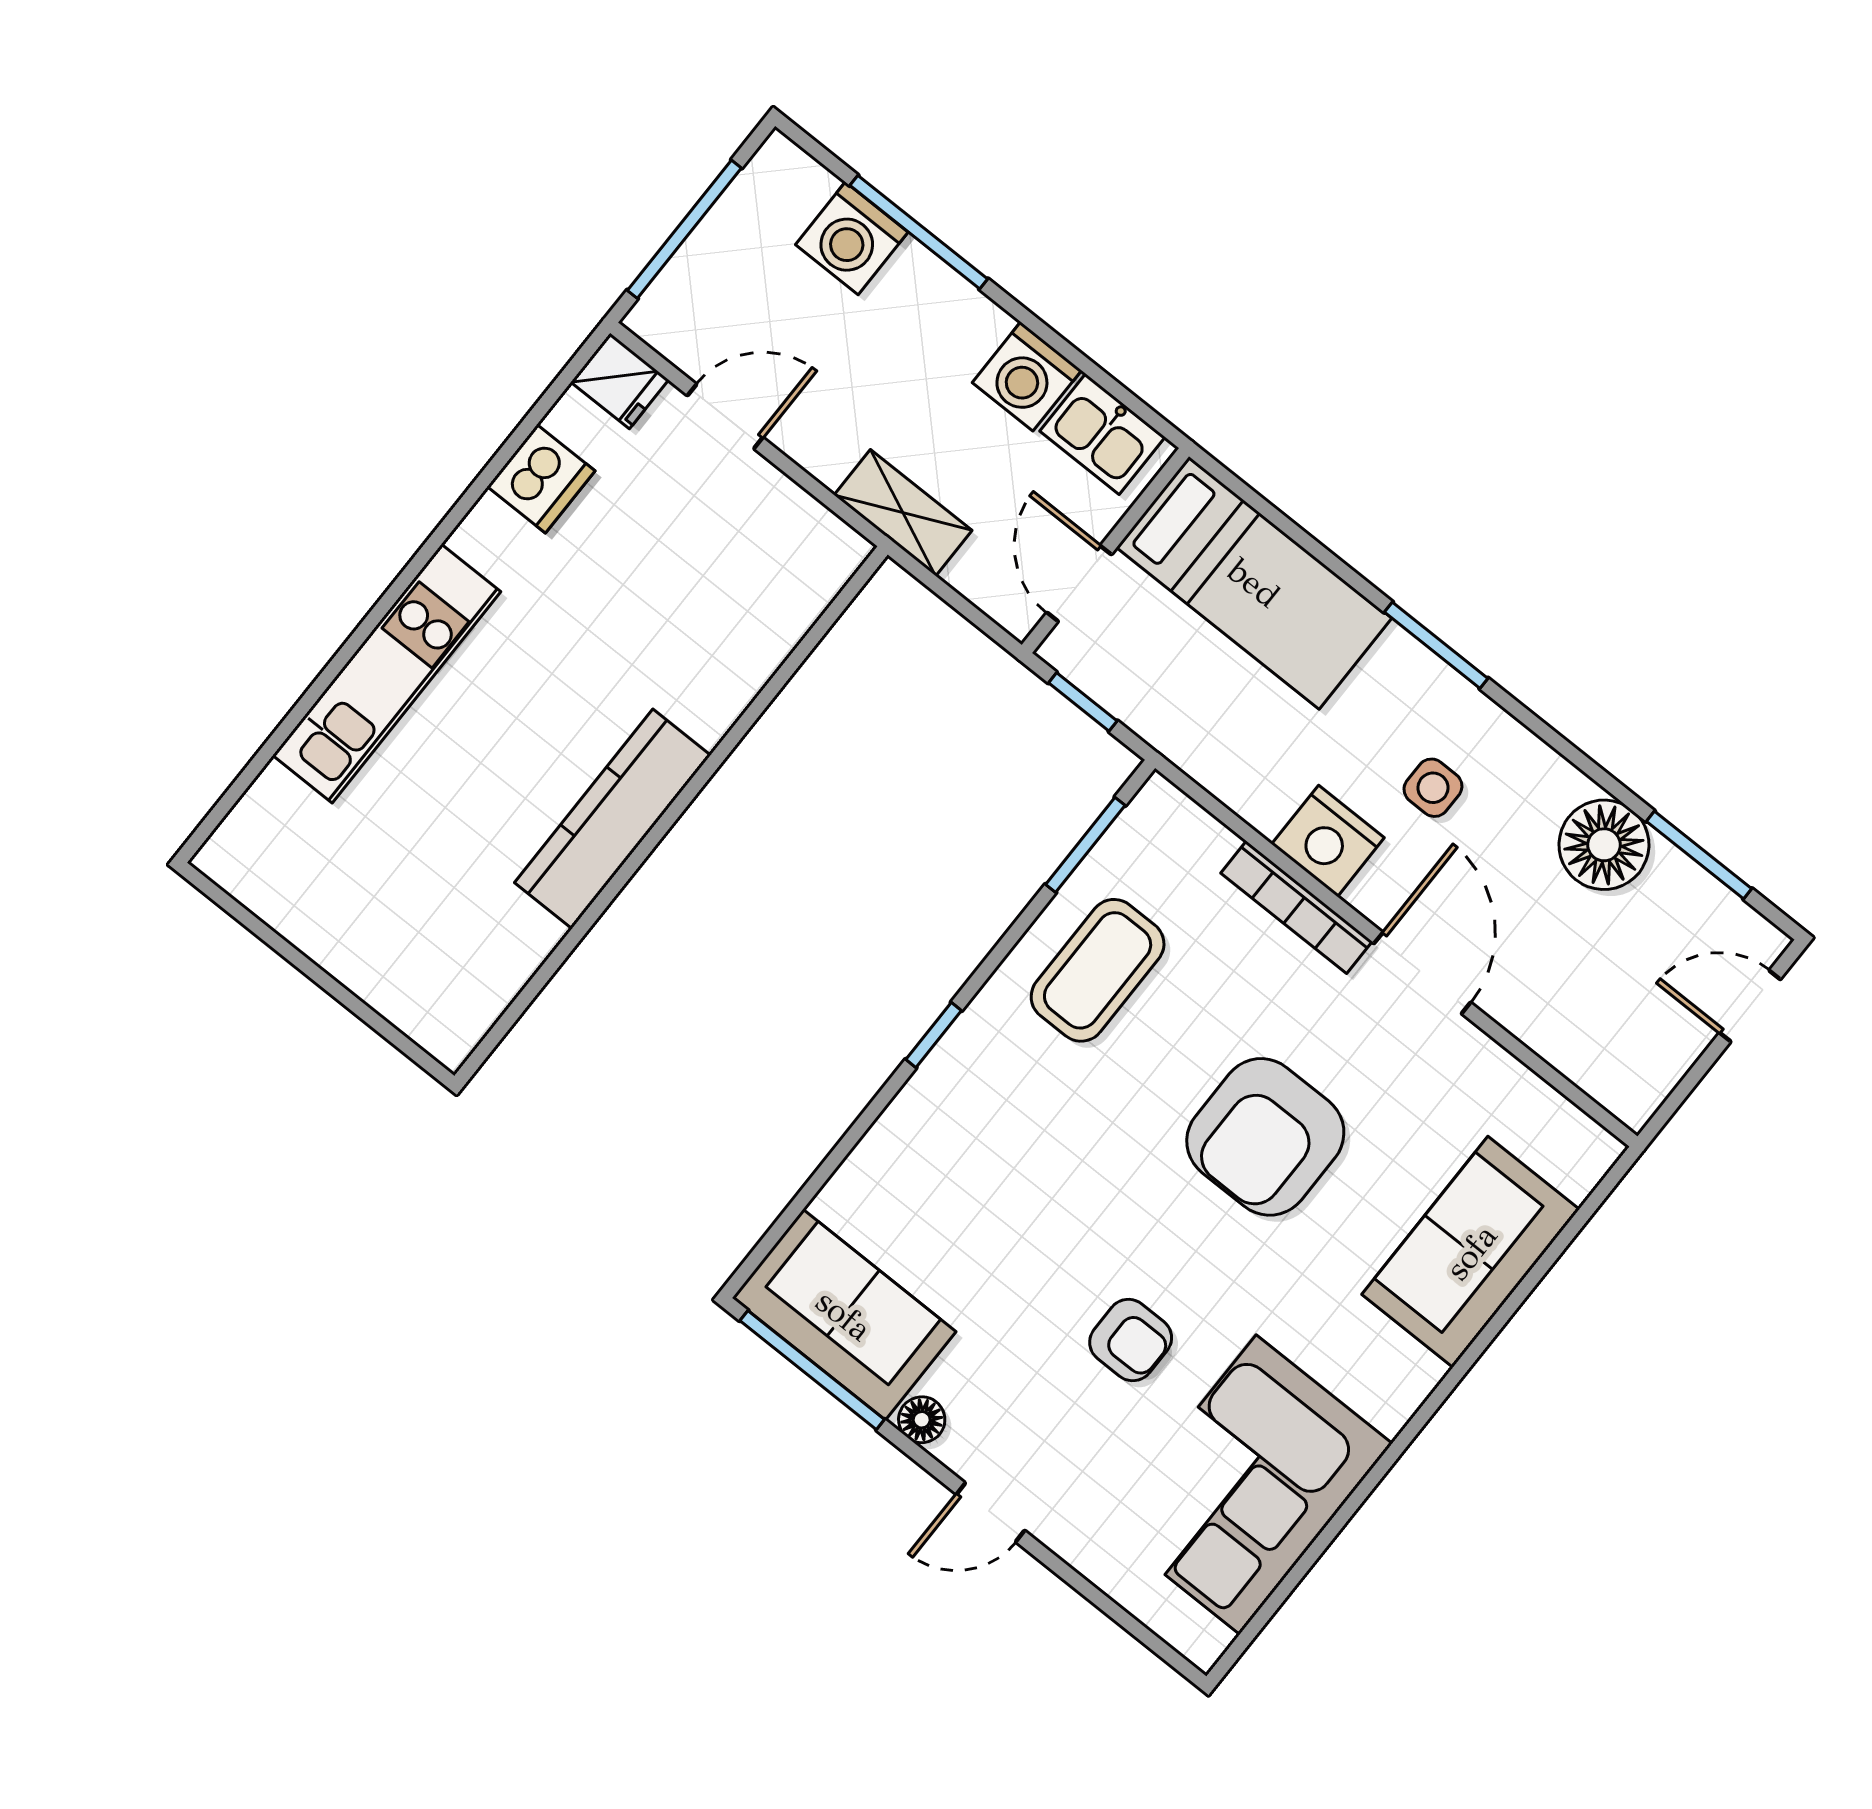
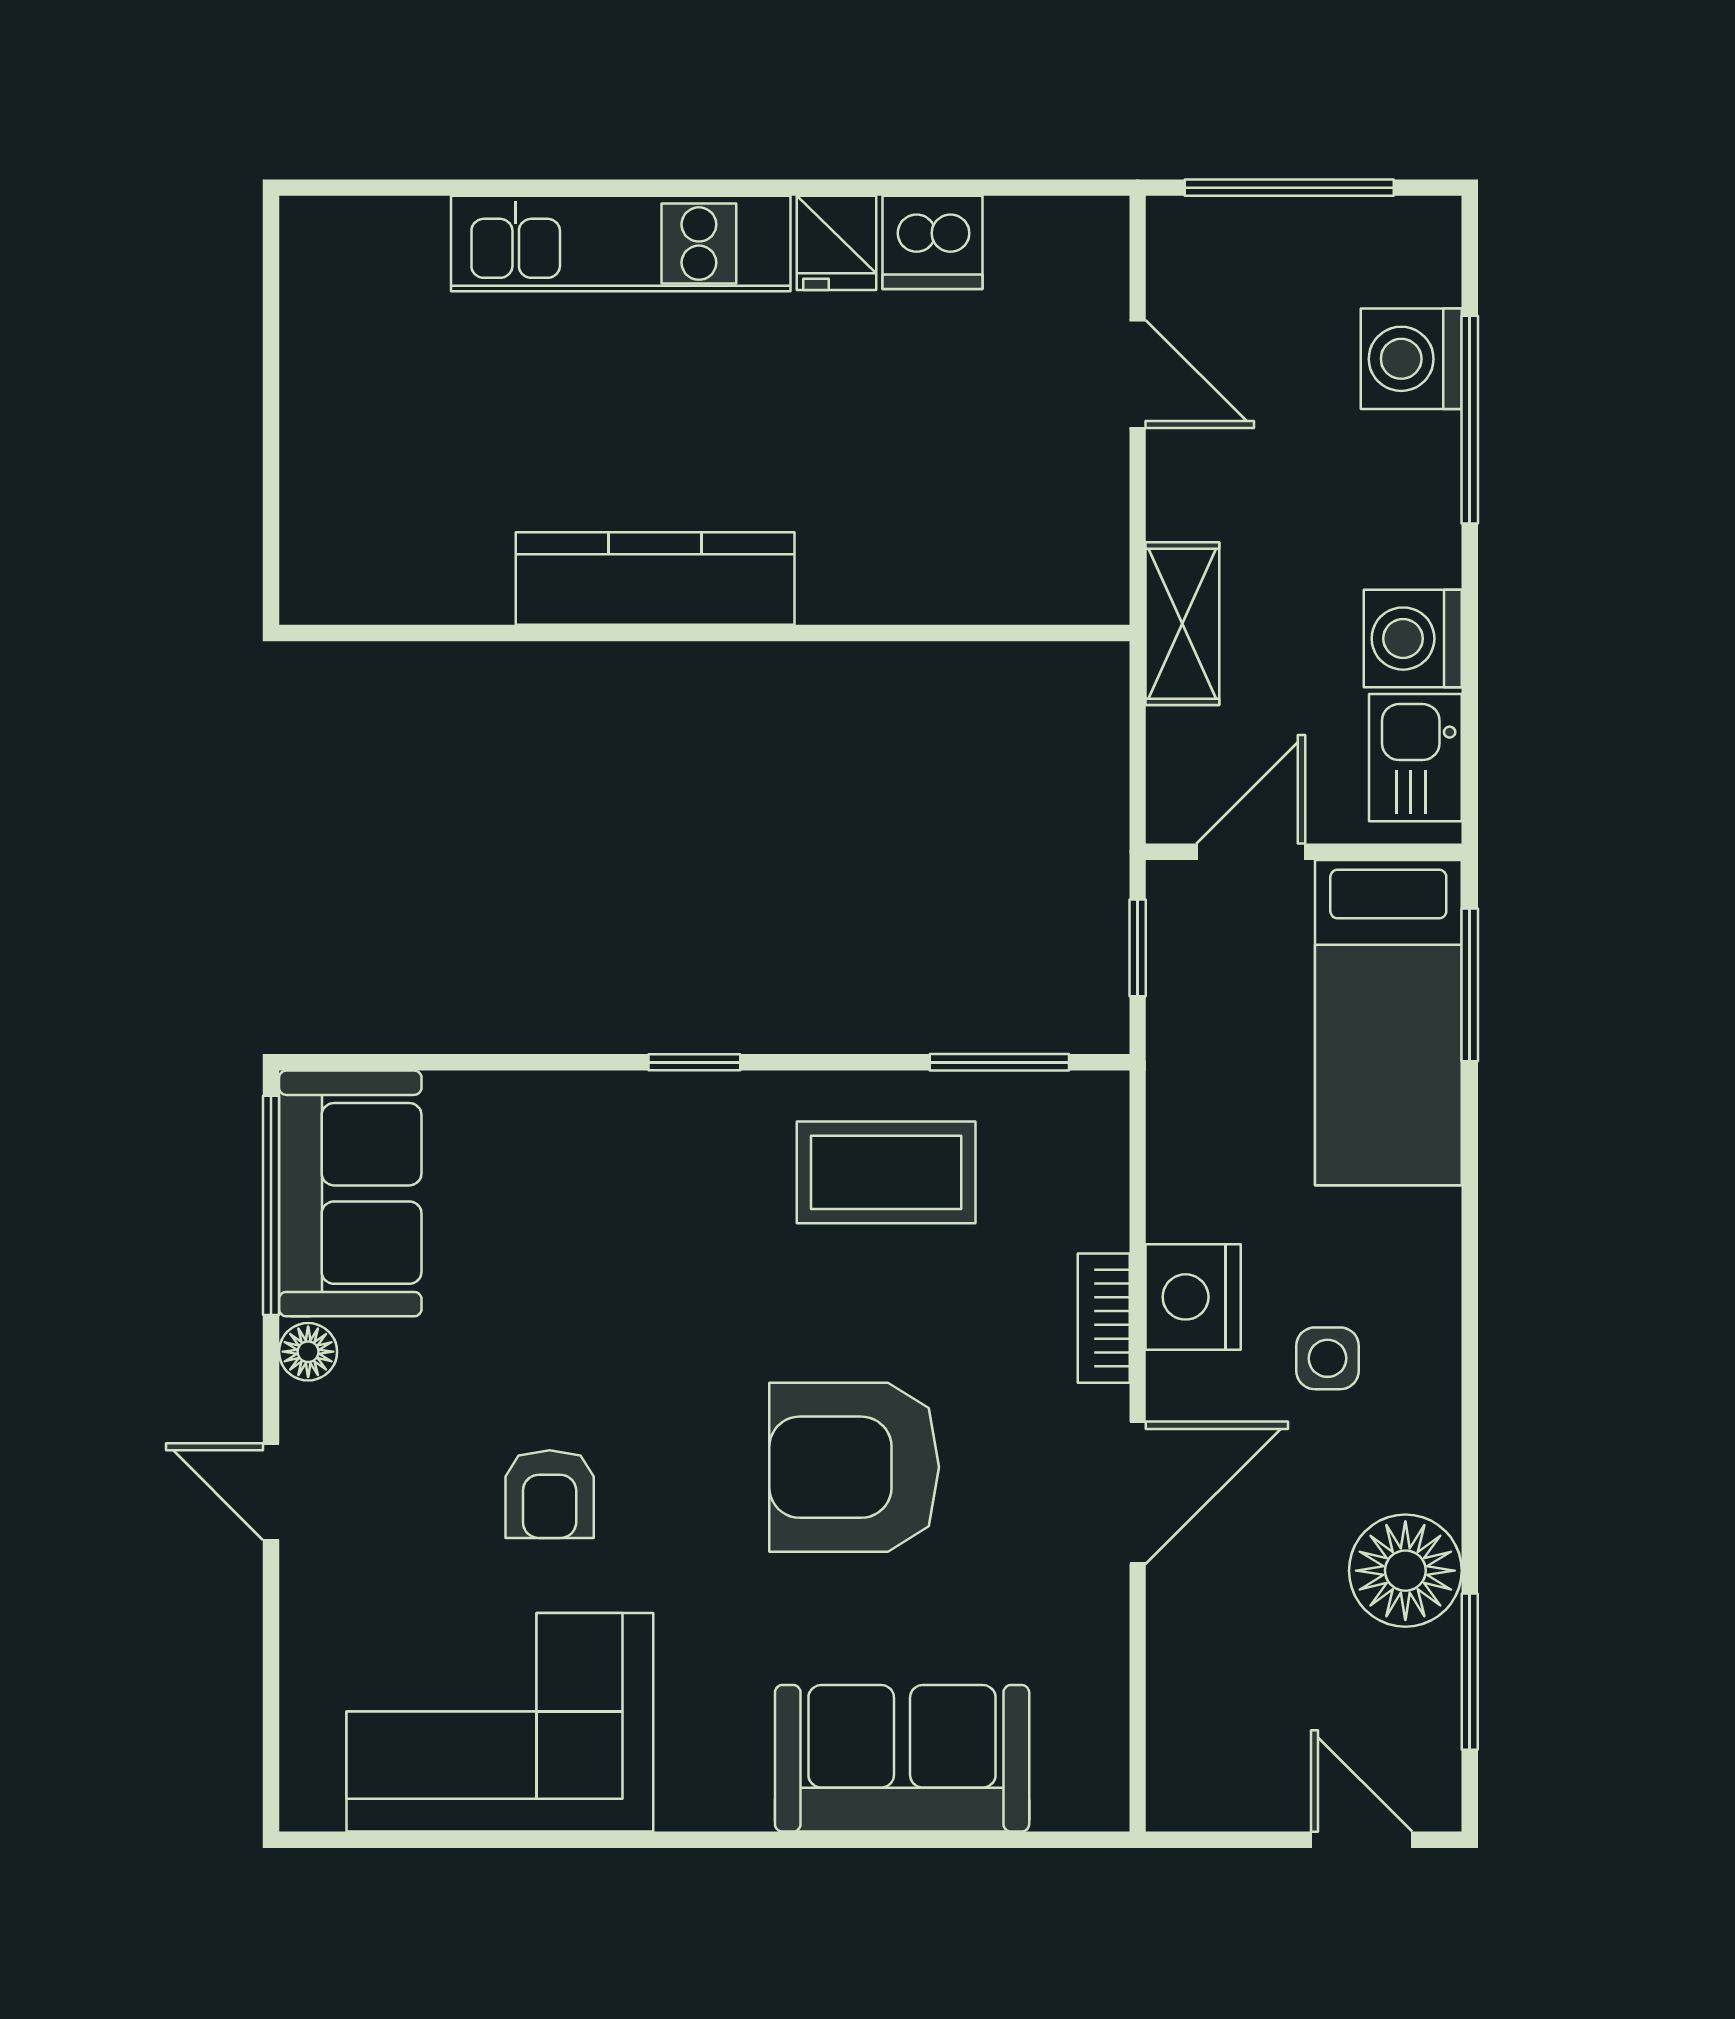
fridge: (620, 381) -> (837, 243), moved
window: (1436, 645) -> (1470, 985), moved
bookcase: (1297, 907) -> (1104, 1318), width x0.64

